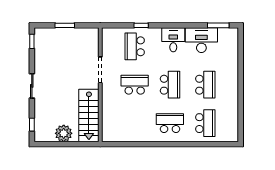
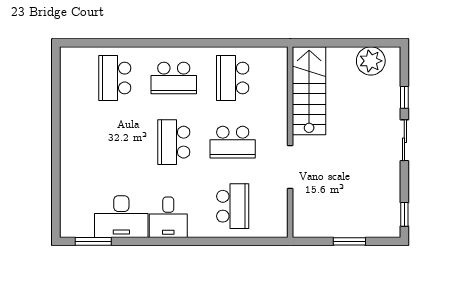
window: (141, 25) -> (222, 241), removed
school desk: (205, 85) -> (233, 78), moved
window: (32, 125) -> (404, 97), moved
plant: (64, 133) -> (371, 61), moved

